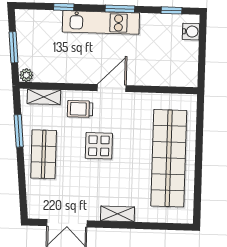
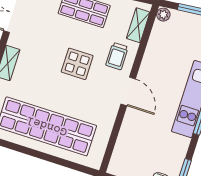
trolley: (80, 109) -> (117, 56), turned 180

